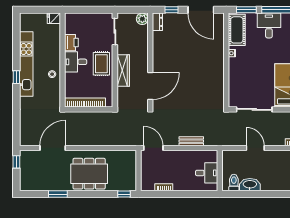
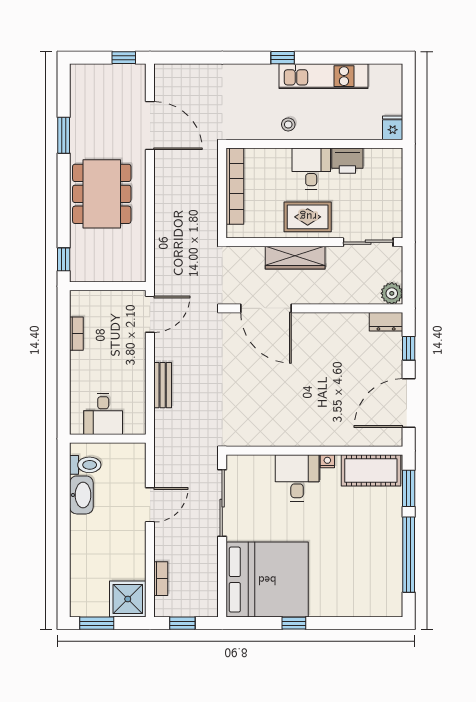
desk: (269, 26) -> (297, 478), moved, turned -90
kitchen unit: (26, 64) -> (324, 76), width x0.73

